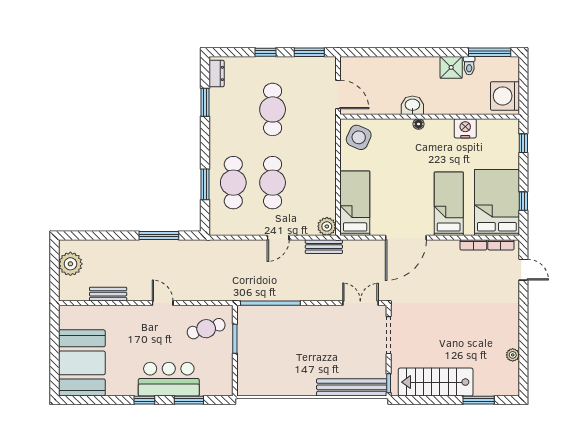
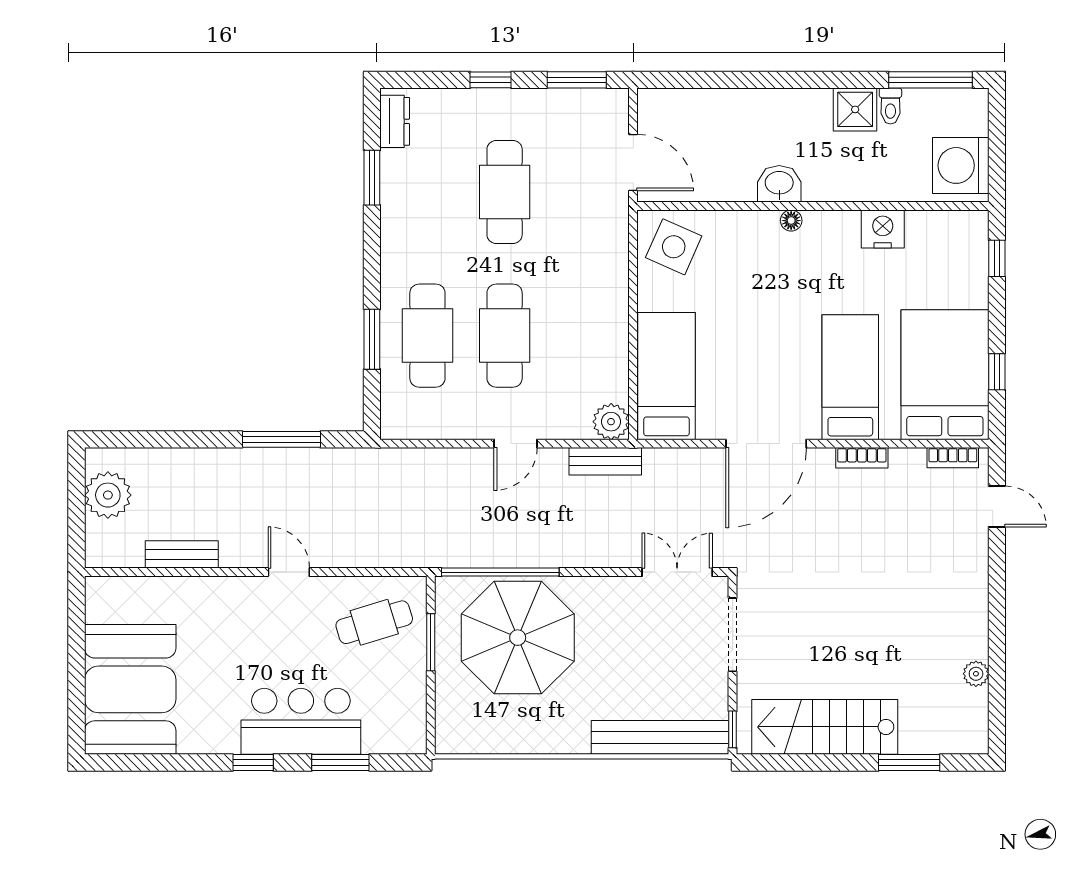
bookcase: (473, 245) -> (862, 458), moved
parasol: (279, 336) -> (518, 638), added

